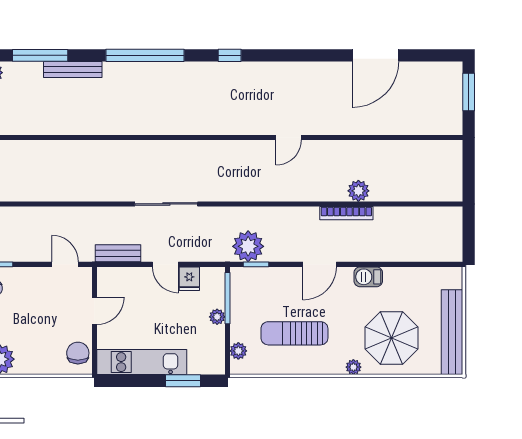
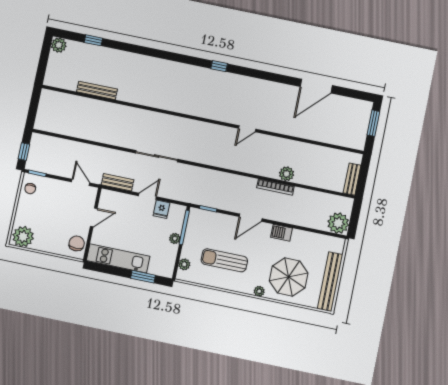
window: (40, 55) -> (93, 40), width x0.46
window: (145, 55) -> (163, 55), removed
bench: (73, 70) -> (97, 90), moved
bench: (454, 179) -> (352, 179), added
plant: (248, 246) -> (338, 223), moved
door: (165, 264) -> (147, 196), swing flipped

